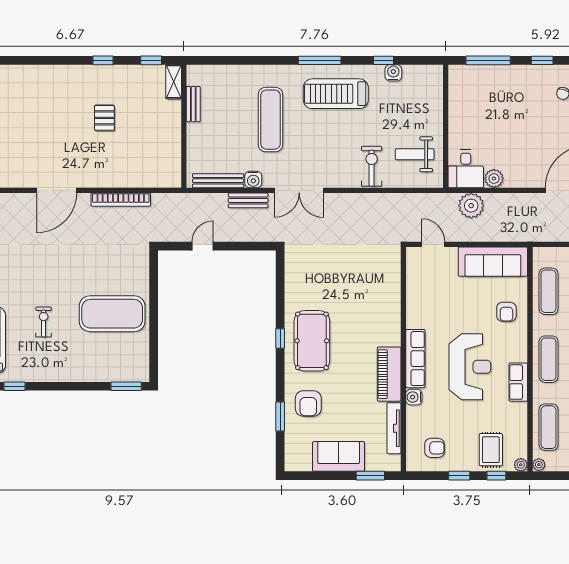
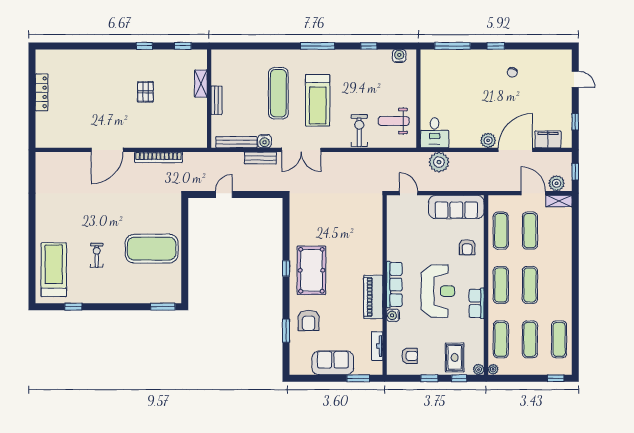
water cooler: (393, 73) -> (399, 56), moved
shelving: (174, 82) -> (201, 84), moved
treadmill: (336, 94) -> (318, 100), moved, turned -90
bench: (193, 104) -> (217, 100), moved
plant: (494, 178) -> (488, 140), moved
tv unit: (394, 428) -> (377, 346), width x0.71

